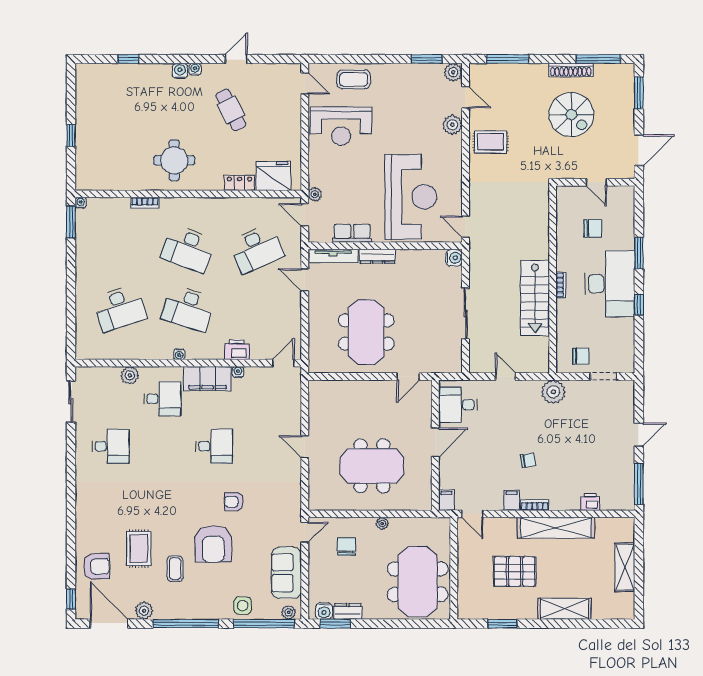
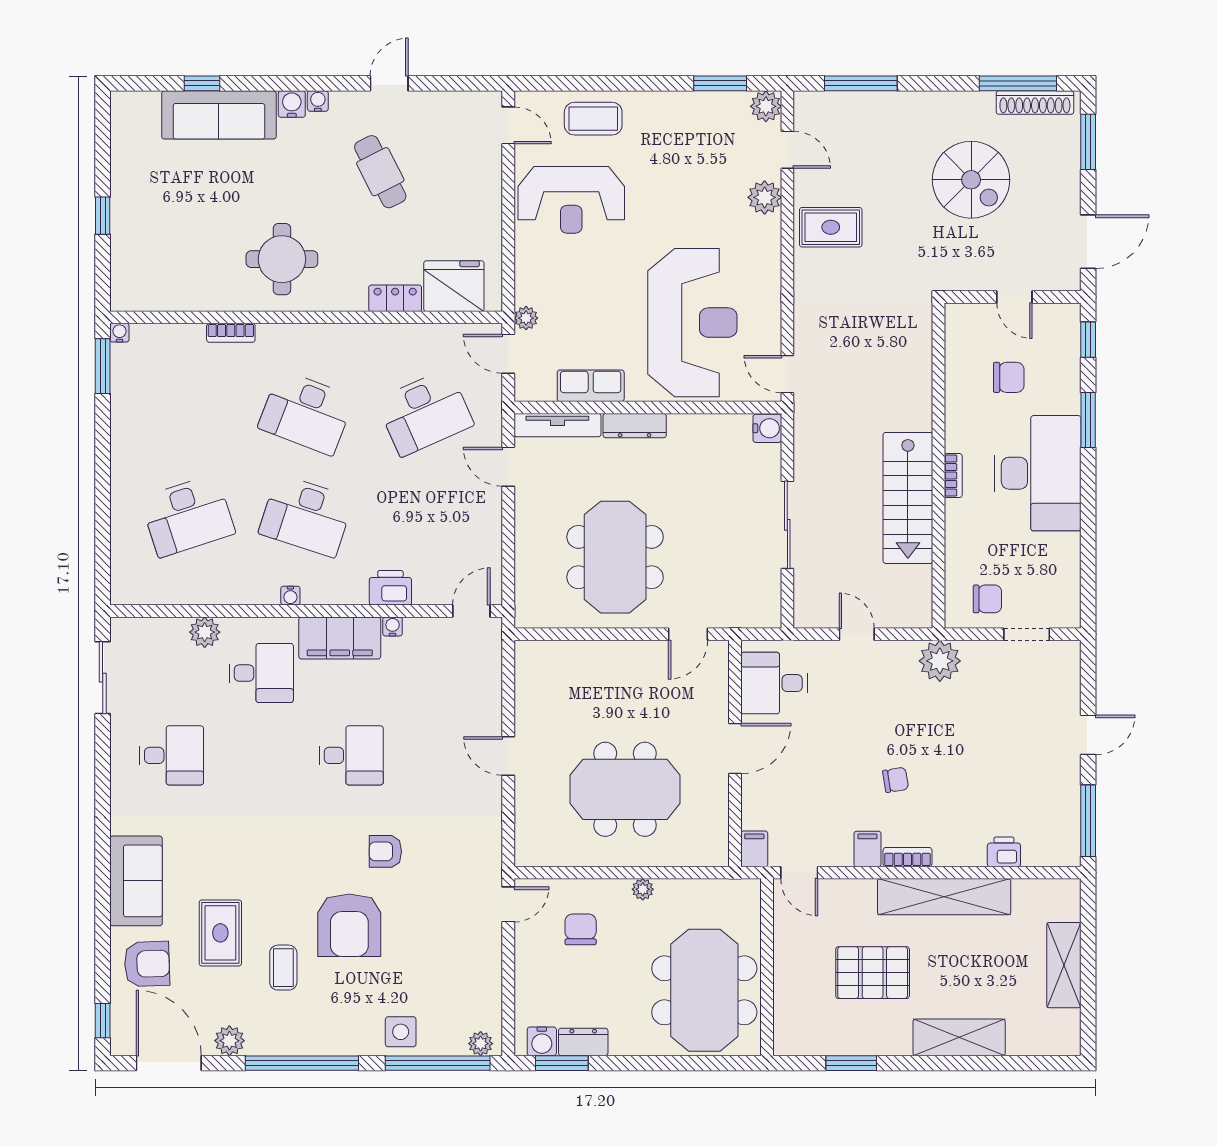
shoe rack: (571, 70) -> (1035, 103), moved
sofa: (138, 77) -> (219, 115), added
window: (639, 304) -> (1088, 340), moved
sofa: (286, 573) -> (136, 881), moved, turned 180

